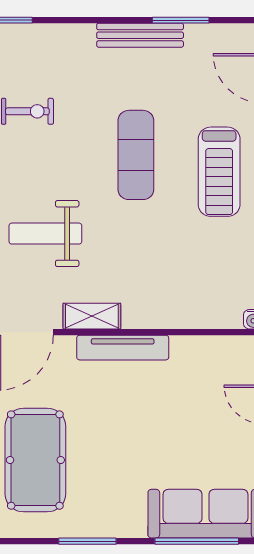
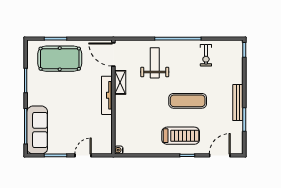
treadmill: (219, 172) -> (181, 136), turned 180

